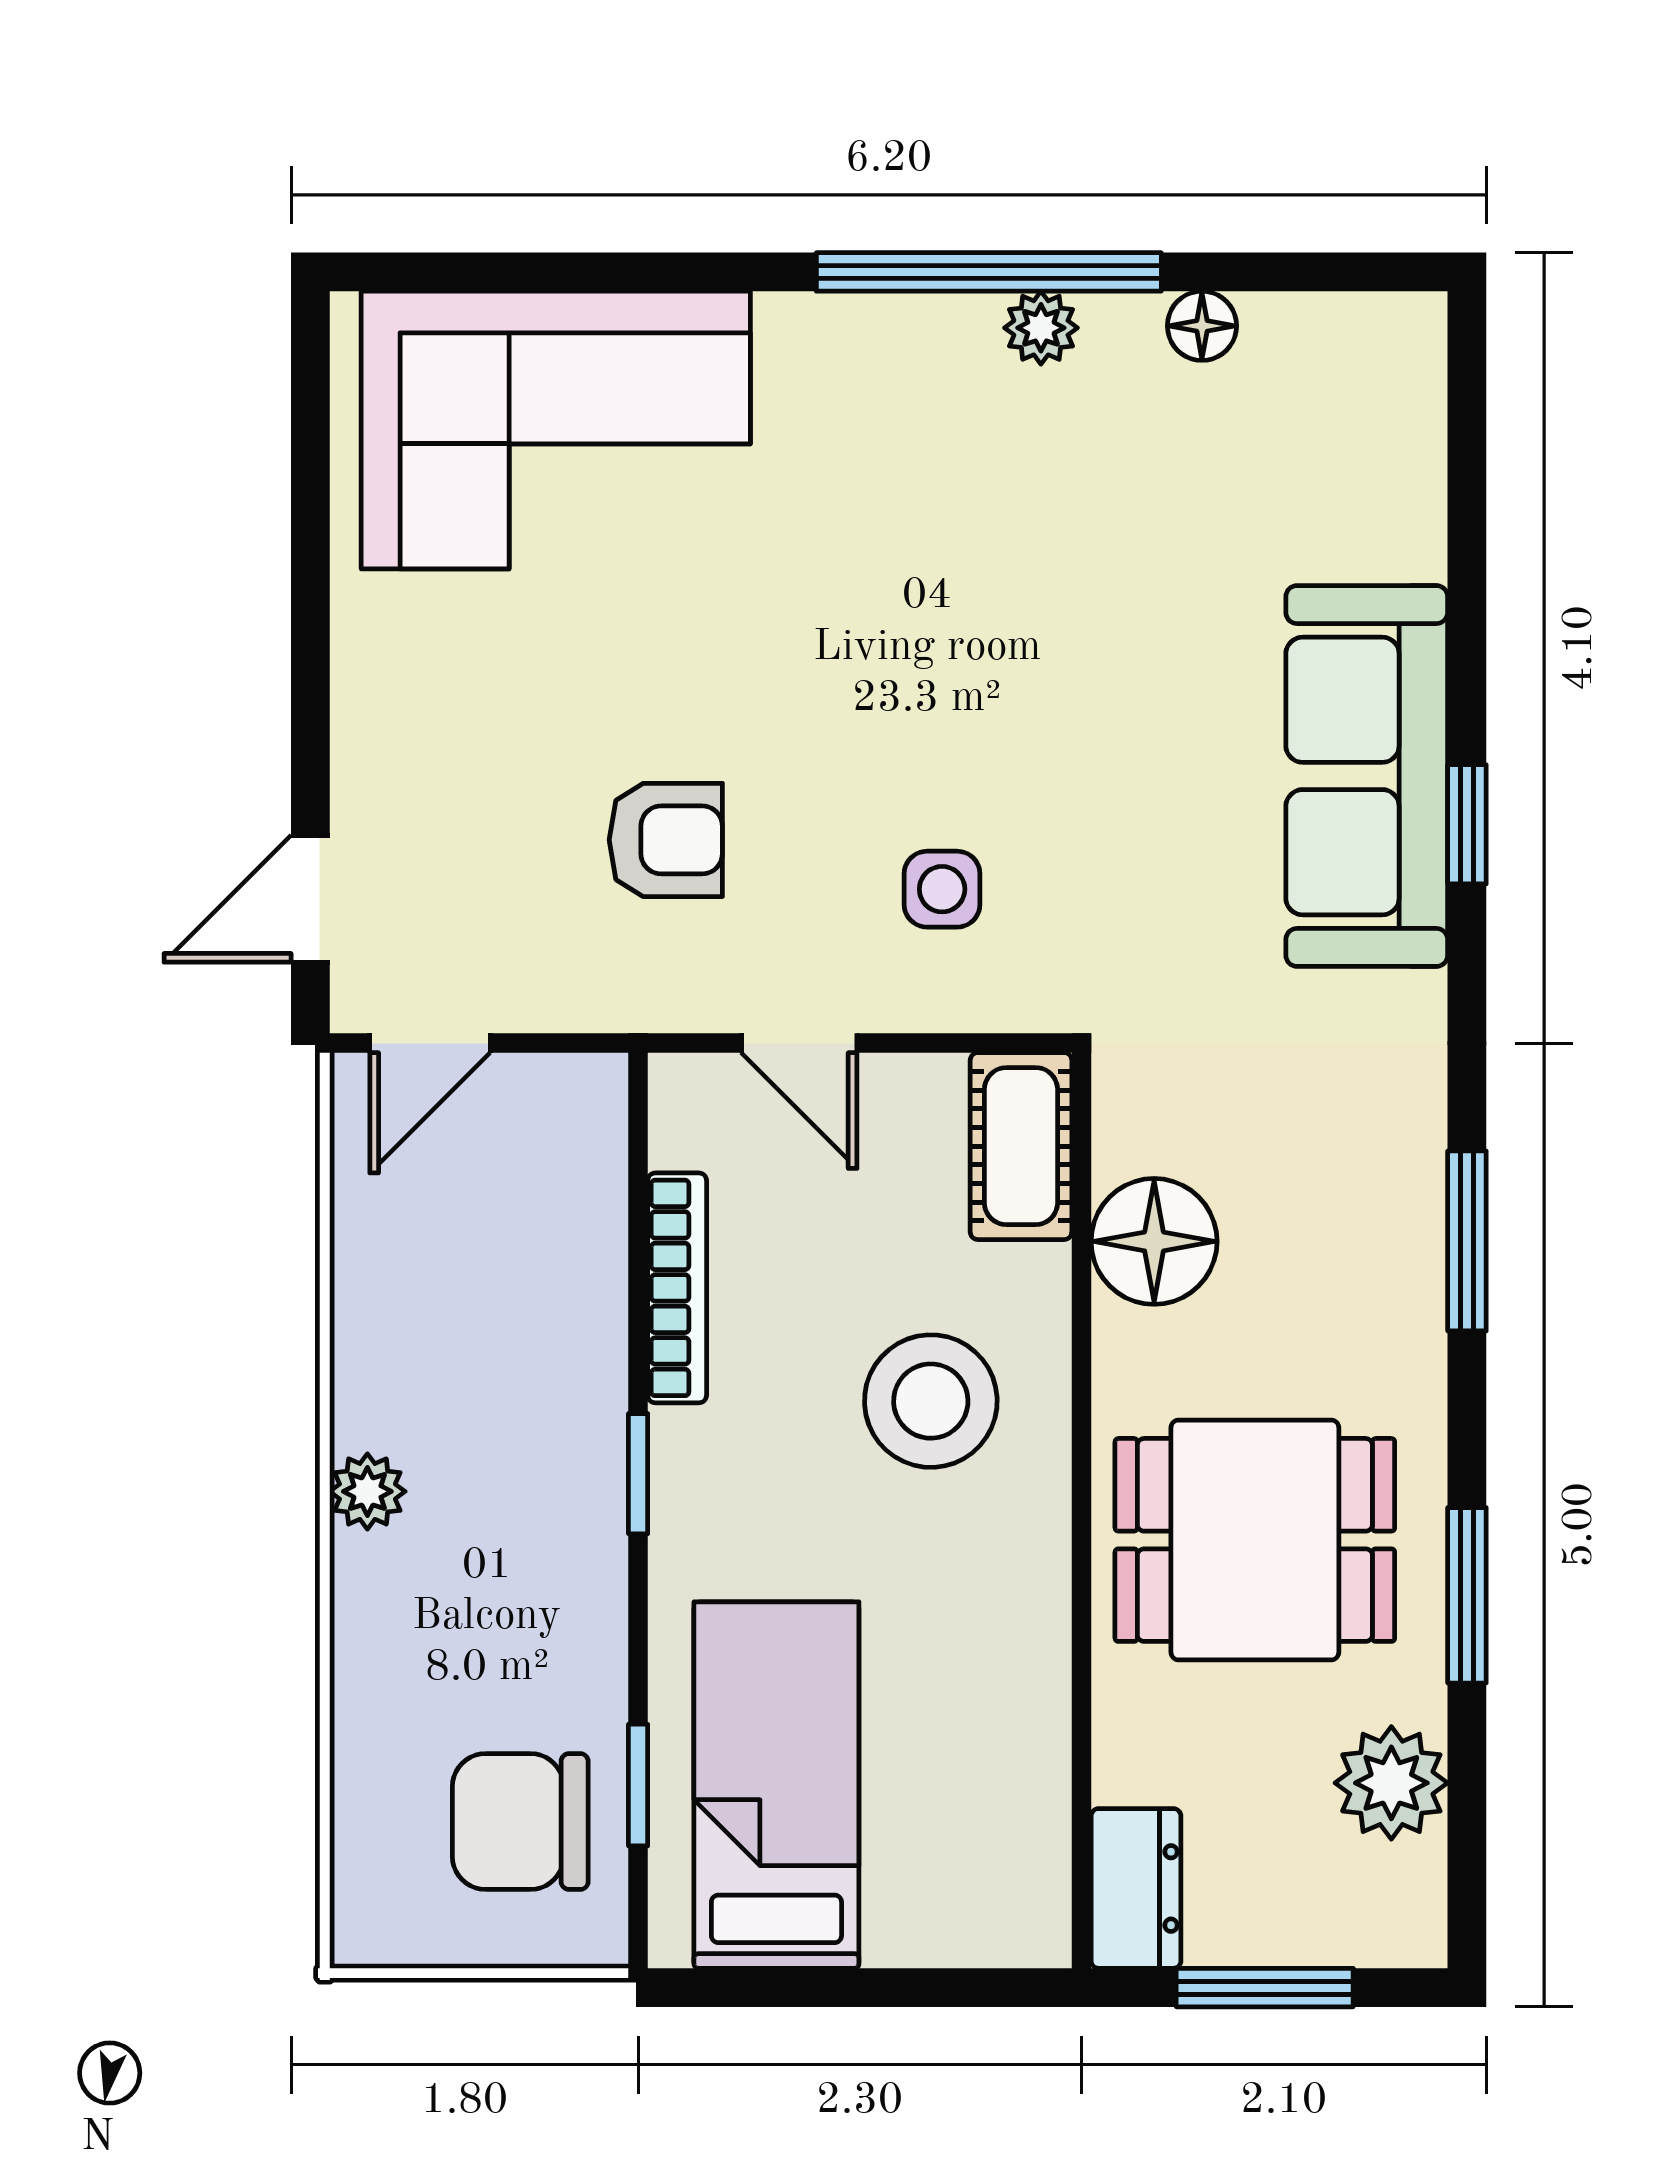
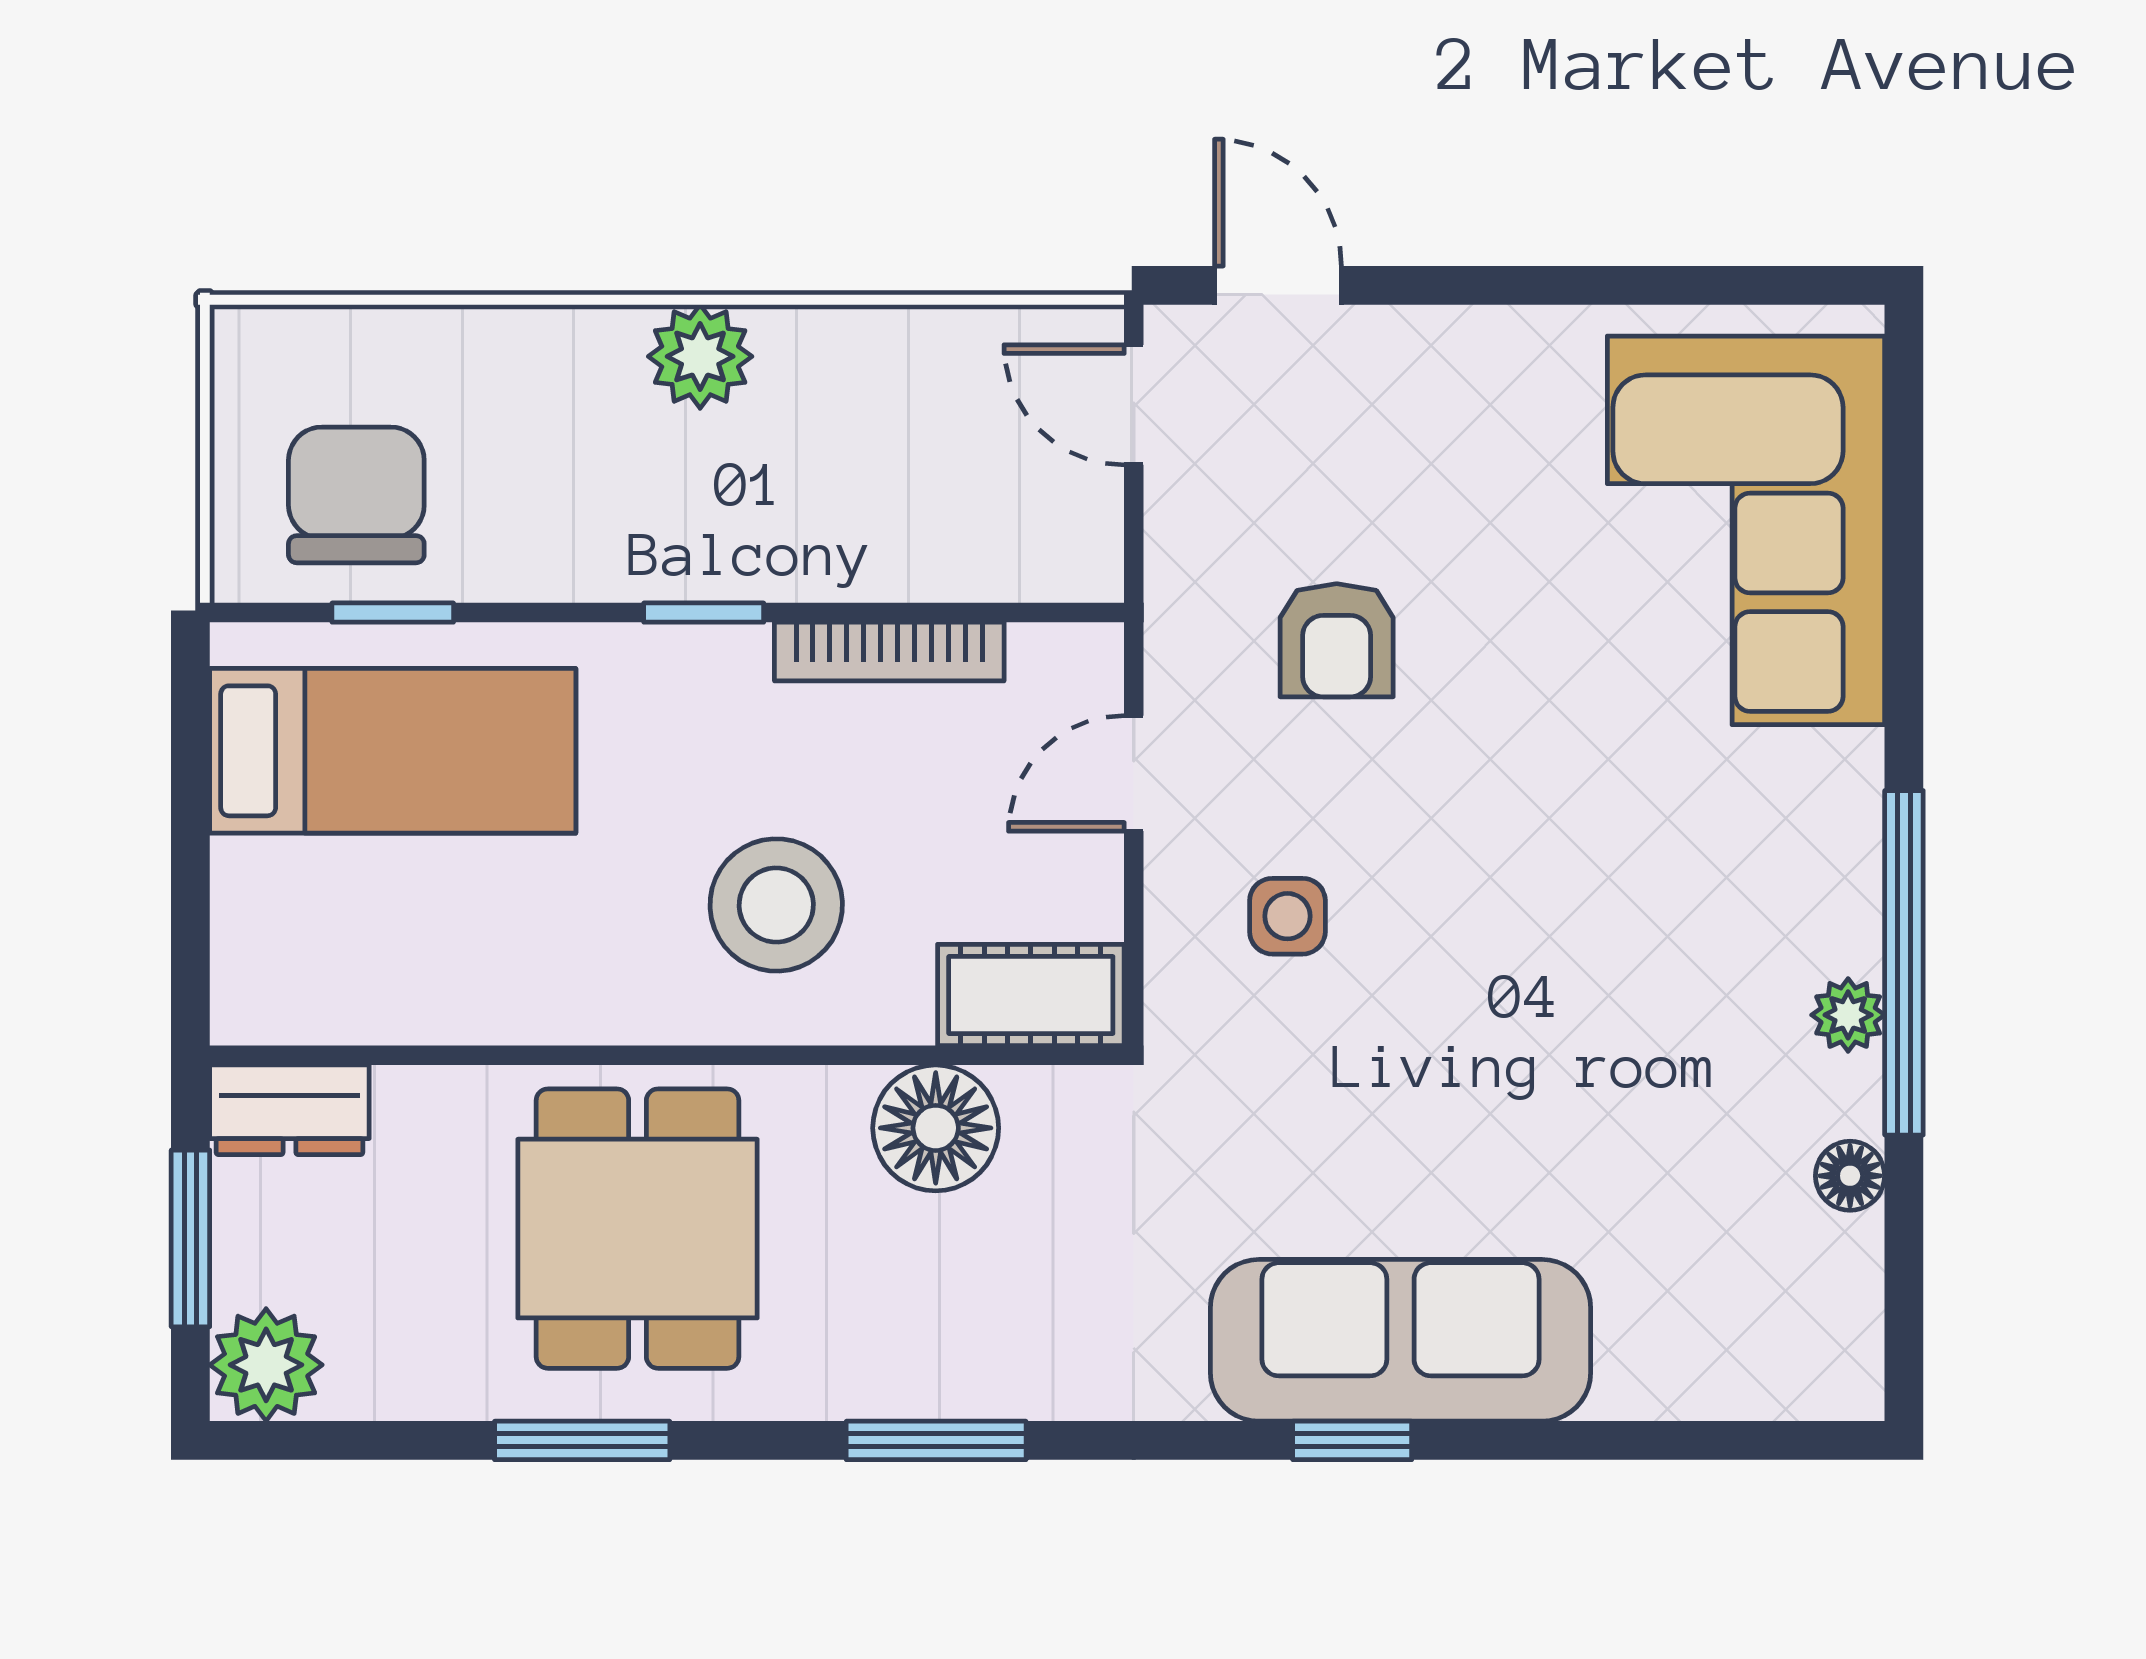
plant: (367, 1491) -> (700, 356), width x1.38, depth x1.38
plant: (1391, 1783) -> (266, 1365), moved

